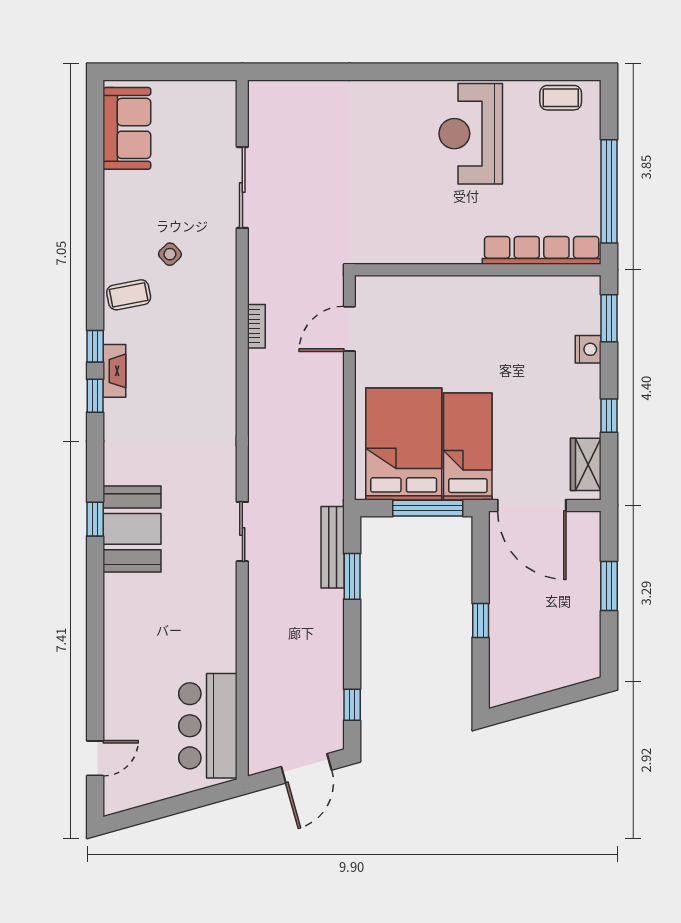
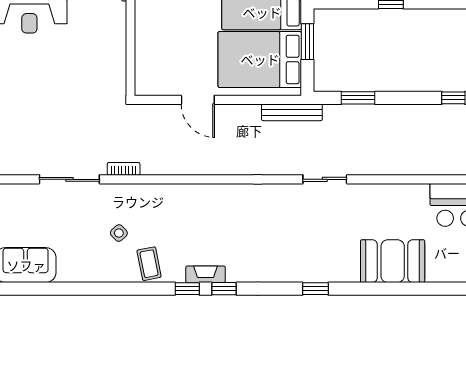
bookcase: (256, 326) -> (124, 169), moved
door: (349, 329) -> (198, 100), moved
window: (428, 508) -> (307, 42), width x0.69
booth: (132, 529) -> (393, 261), moved
bench: (333, 547) -> (292, 112), moved

